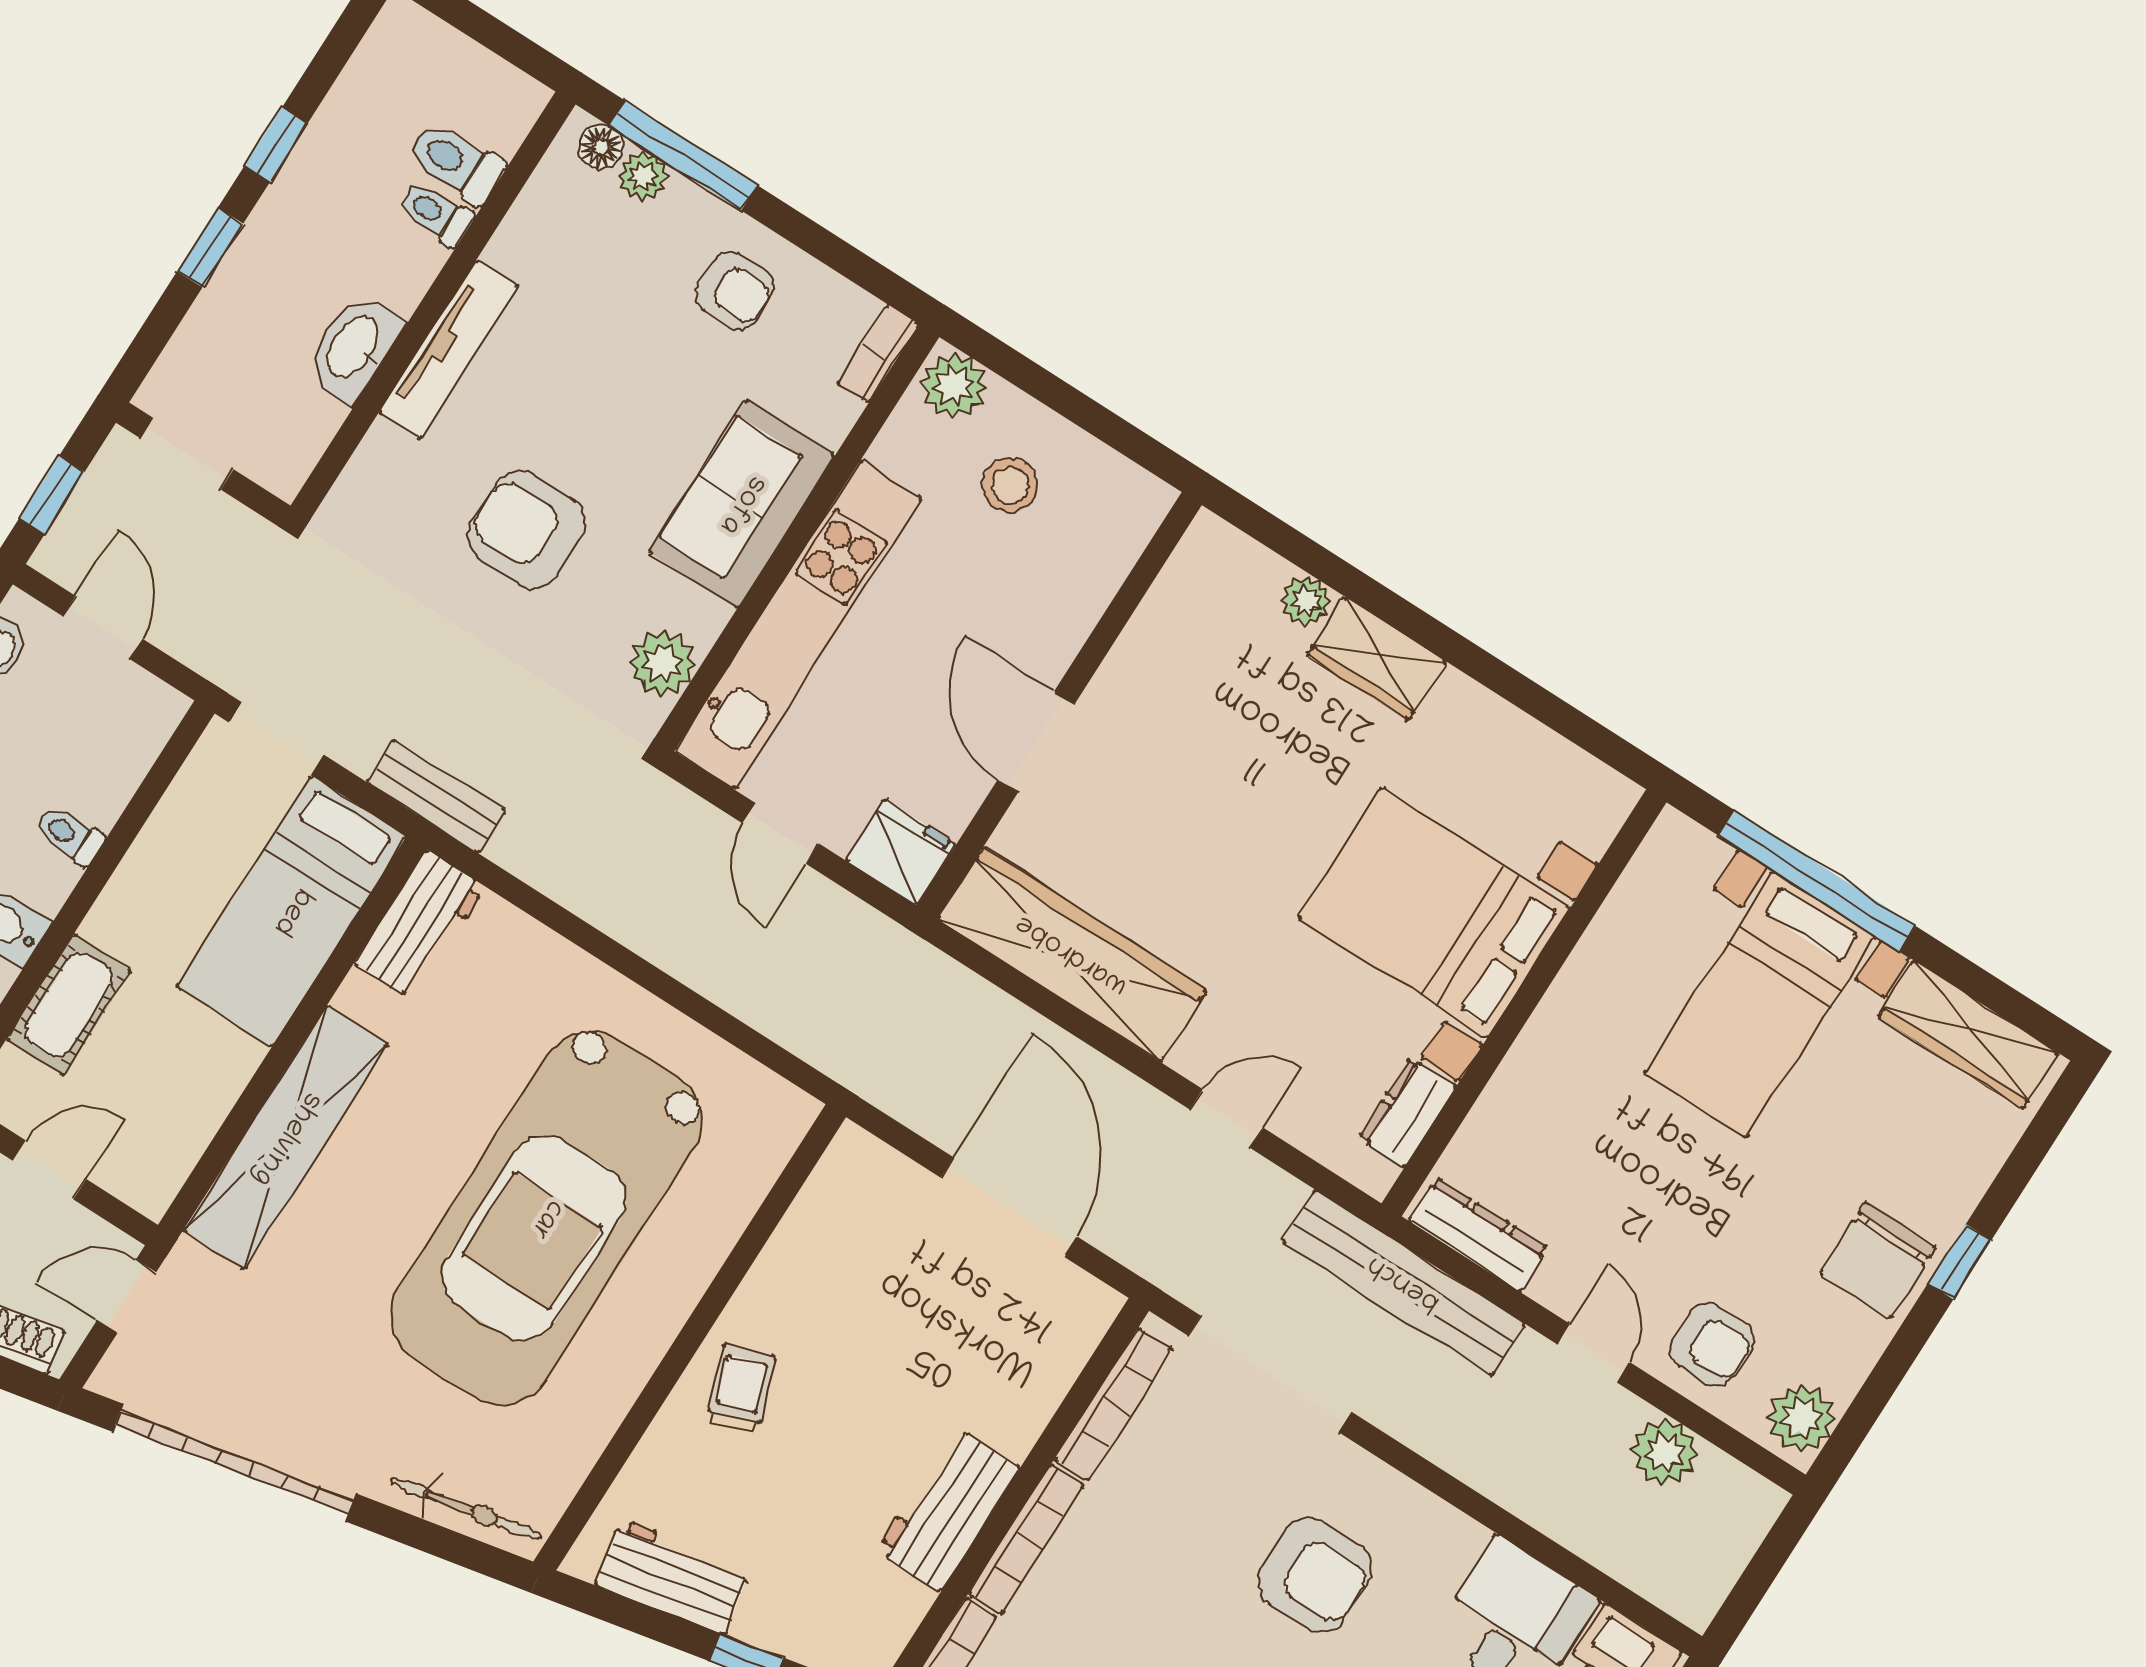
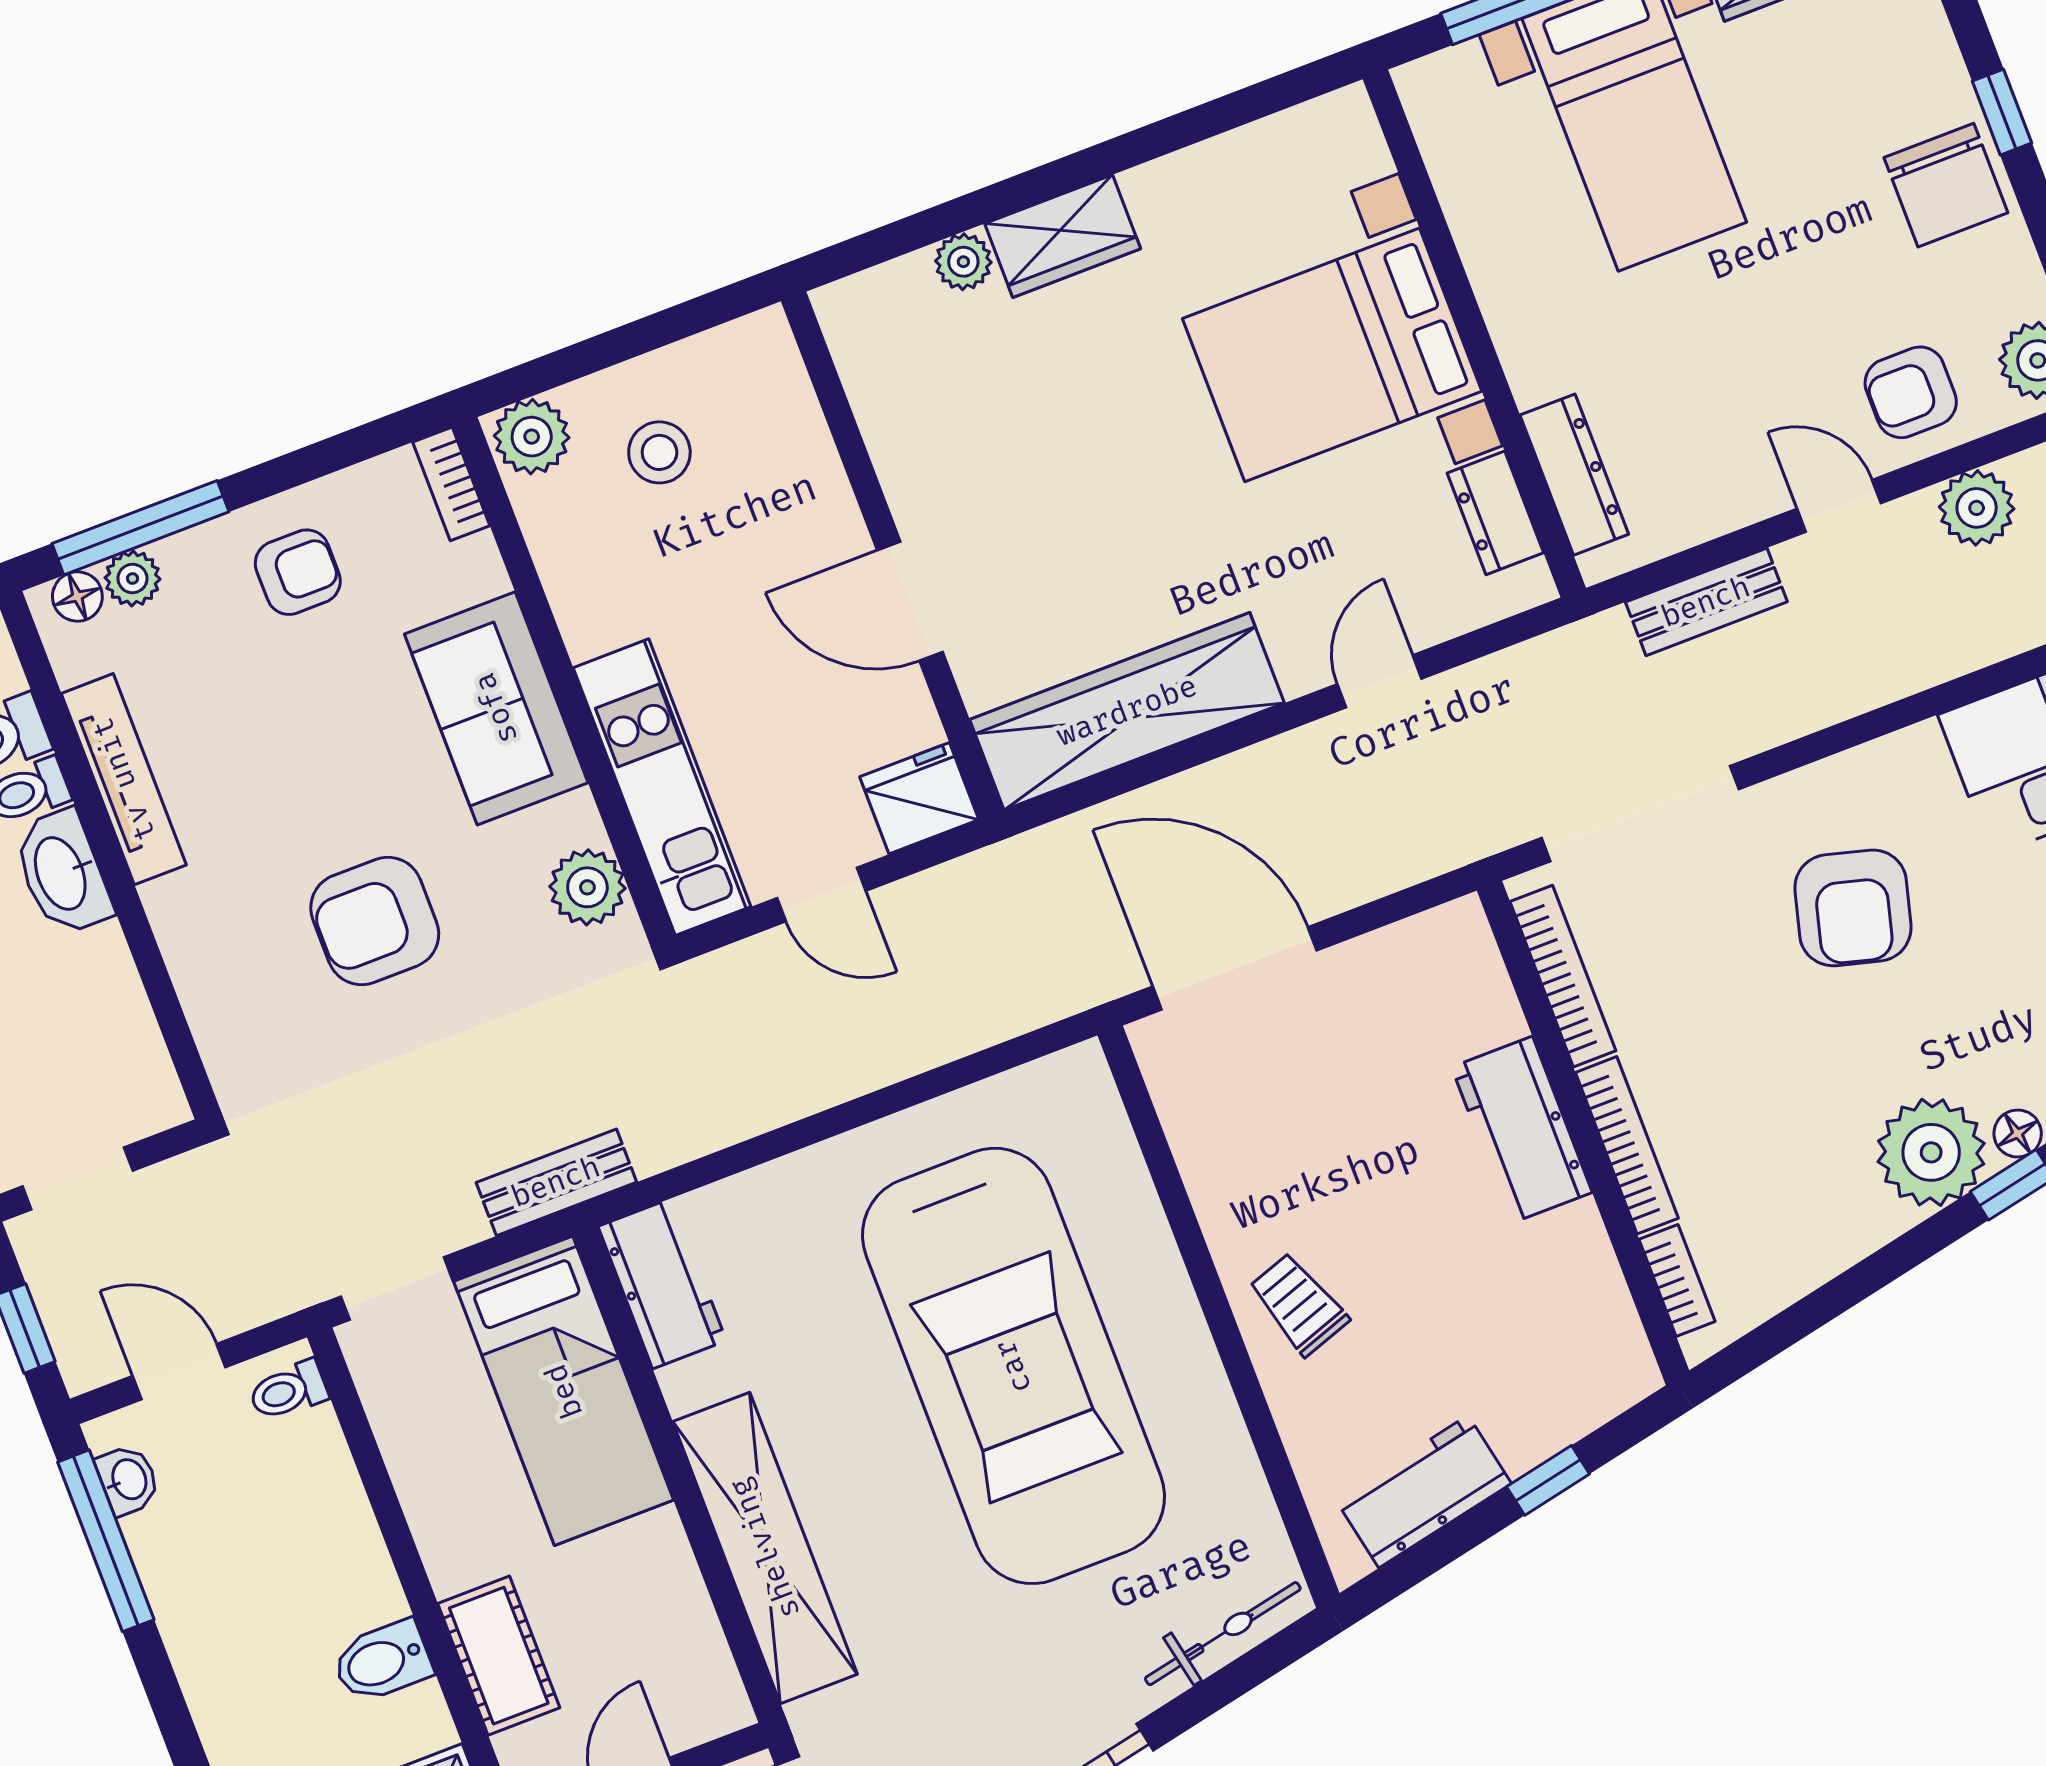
washbasin: (354, 348) -> (62, 873), moved
tv unit: (448, 349) -> (124, 779), moved
kitchen unit: (798, 625) -> (662, 787), width x0.73
toilet: (70, 836) -> (288, 1391), moved
door: (1009, 1207) -> (1235, 968), moved
dresser: (1478, 1234) -> (1574, 475), moved, turned 90
bench: (1404, 1283) -> (1706, 602), width x0.54, depth x0.82
armchair: (1712, 1344) -> (1911, 392), turned 180
workbench: (948, 1509) -> (1522, 1130), moved
armchair: (1315, 1575) -> (1853, 908), turned 105

